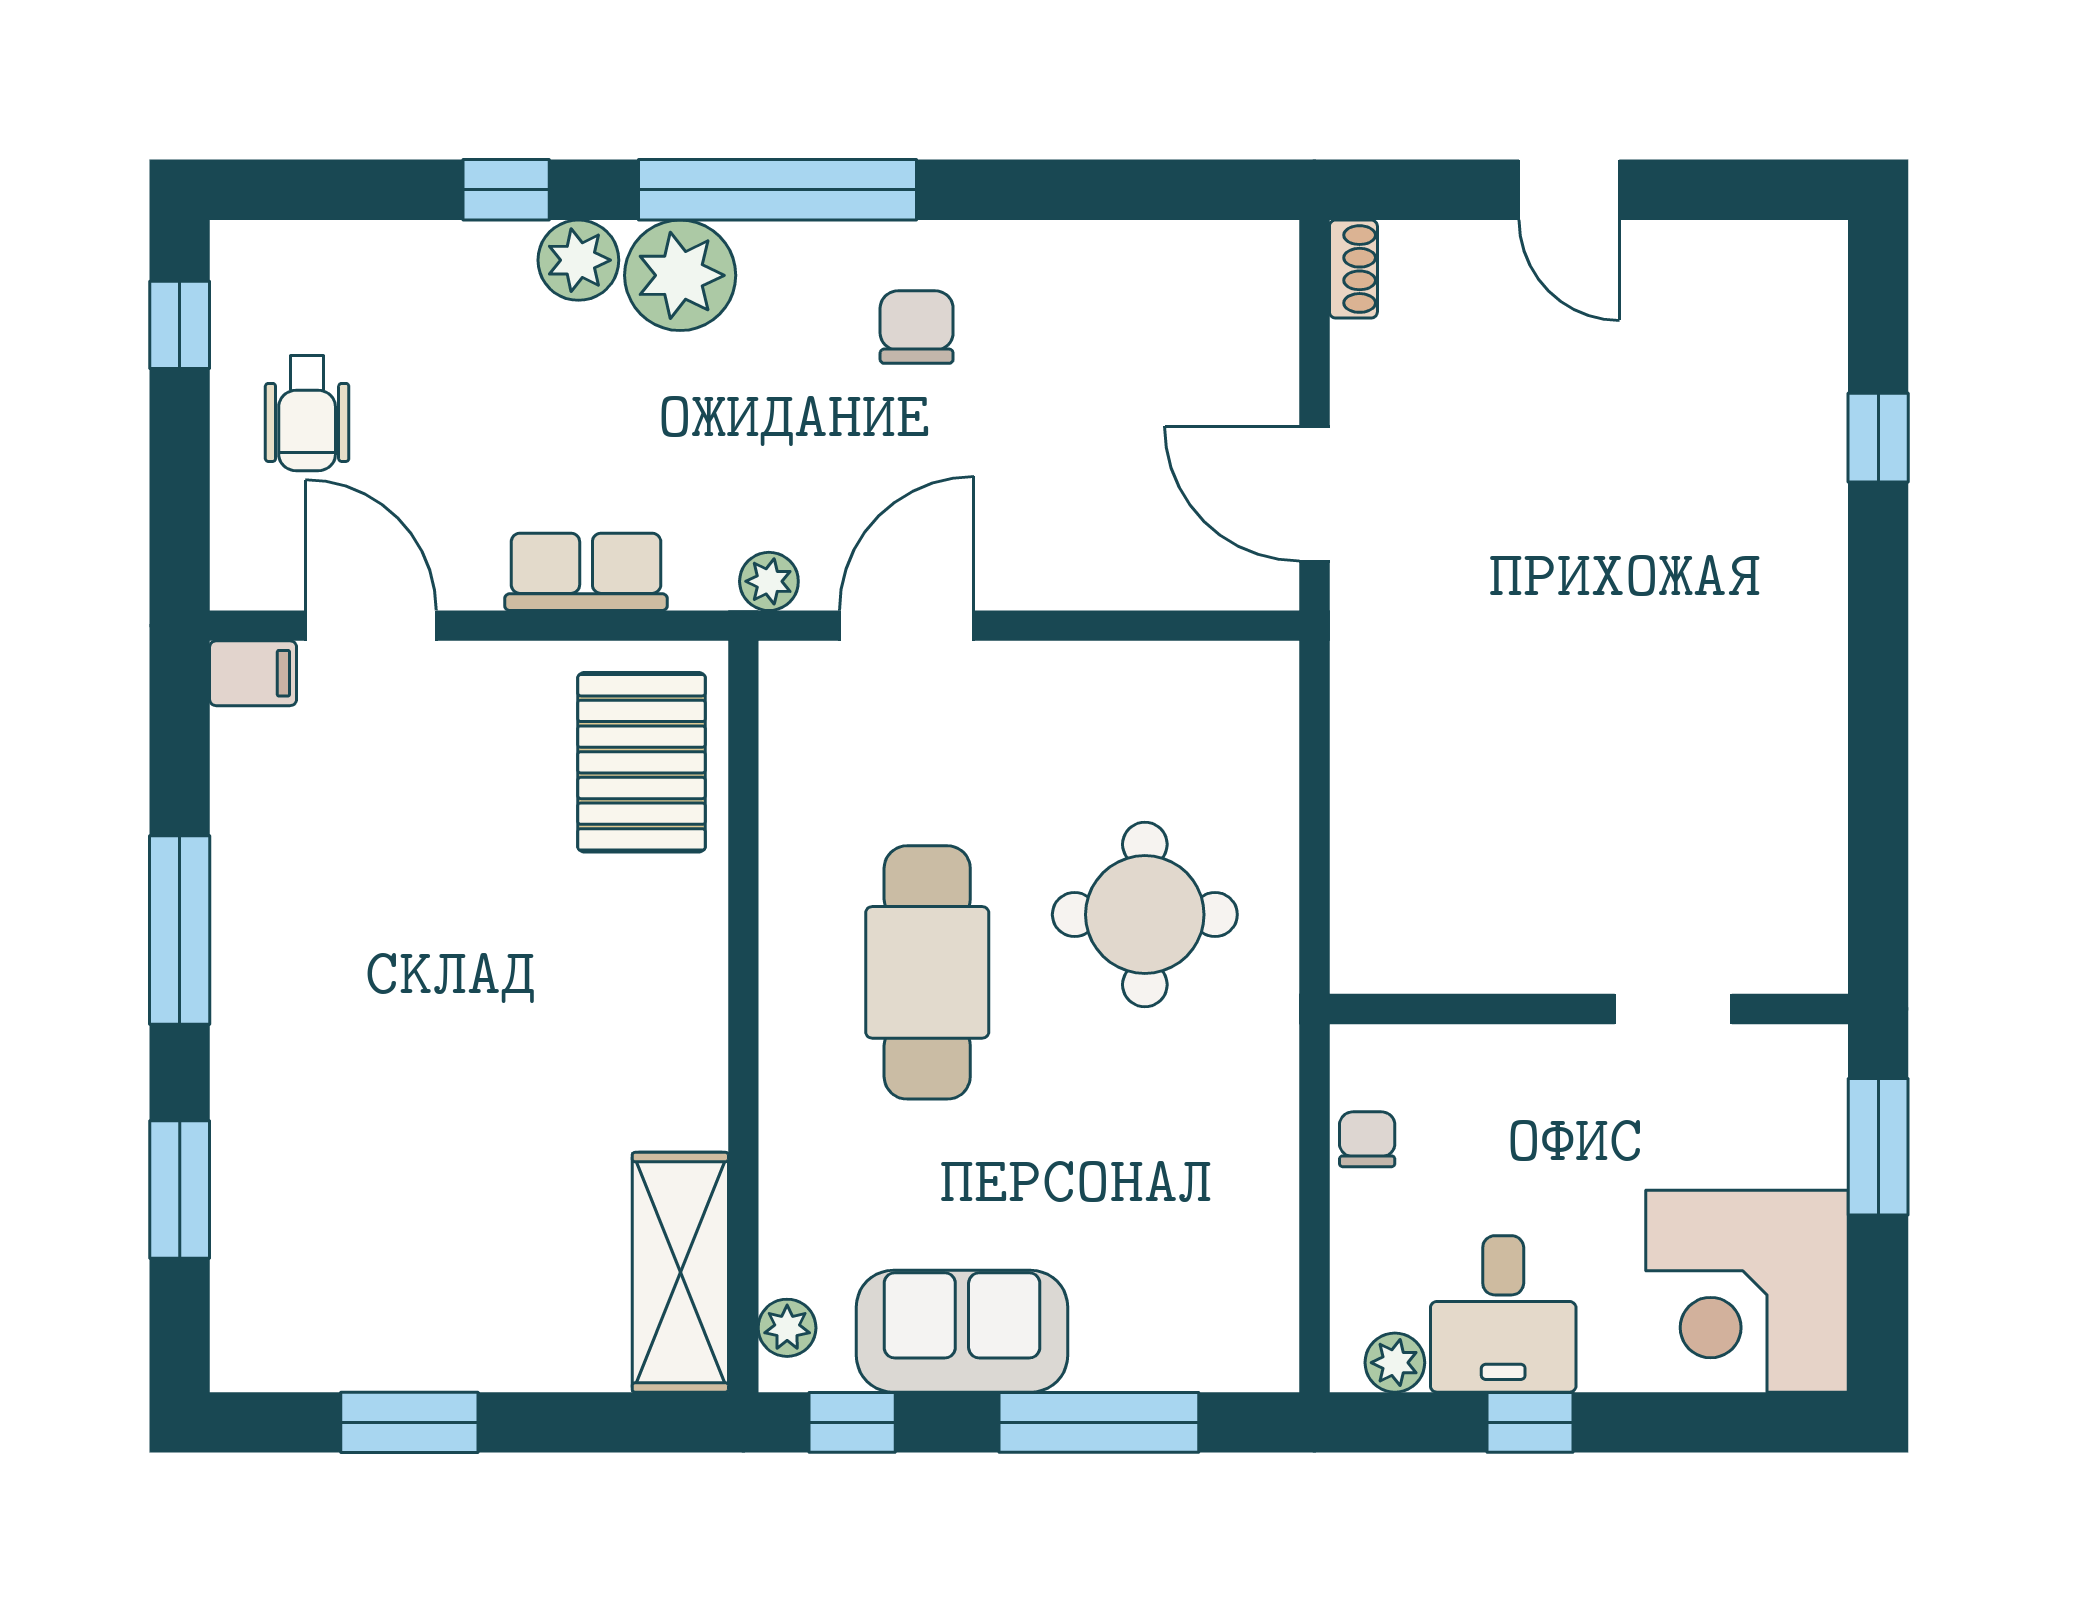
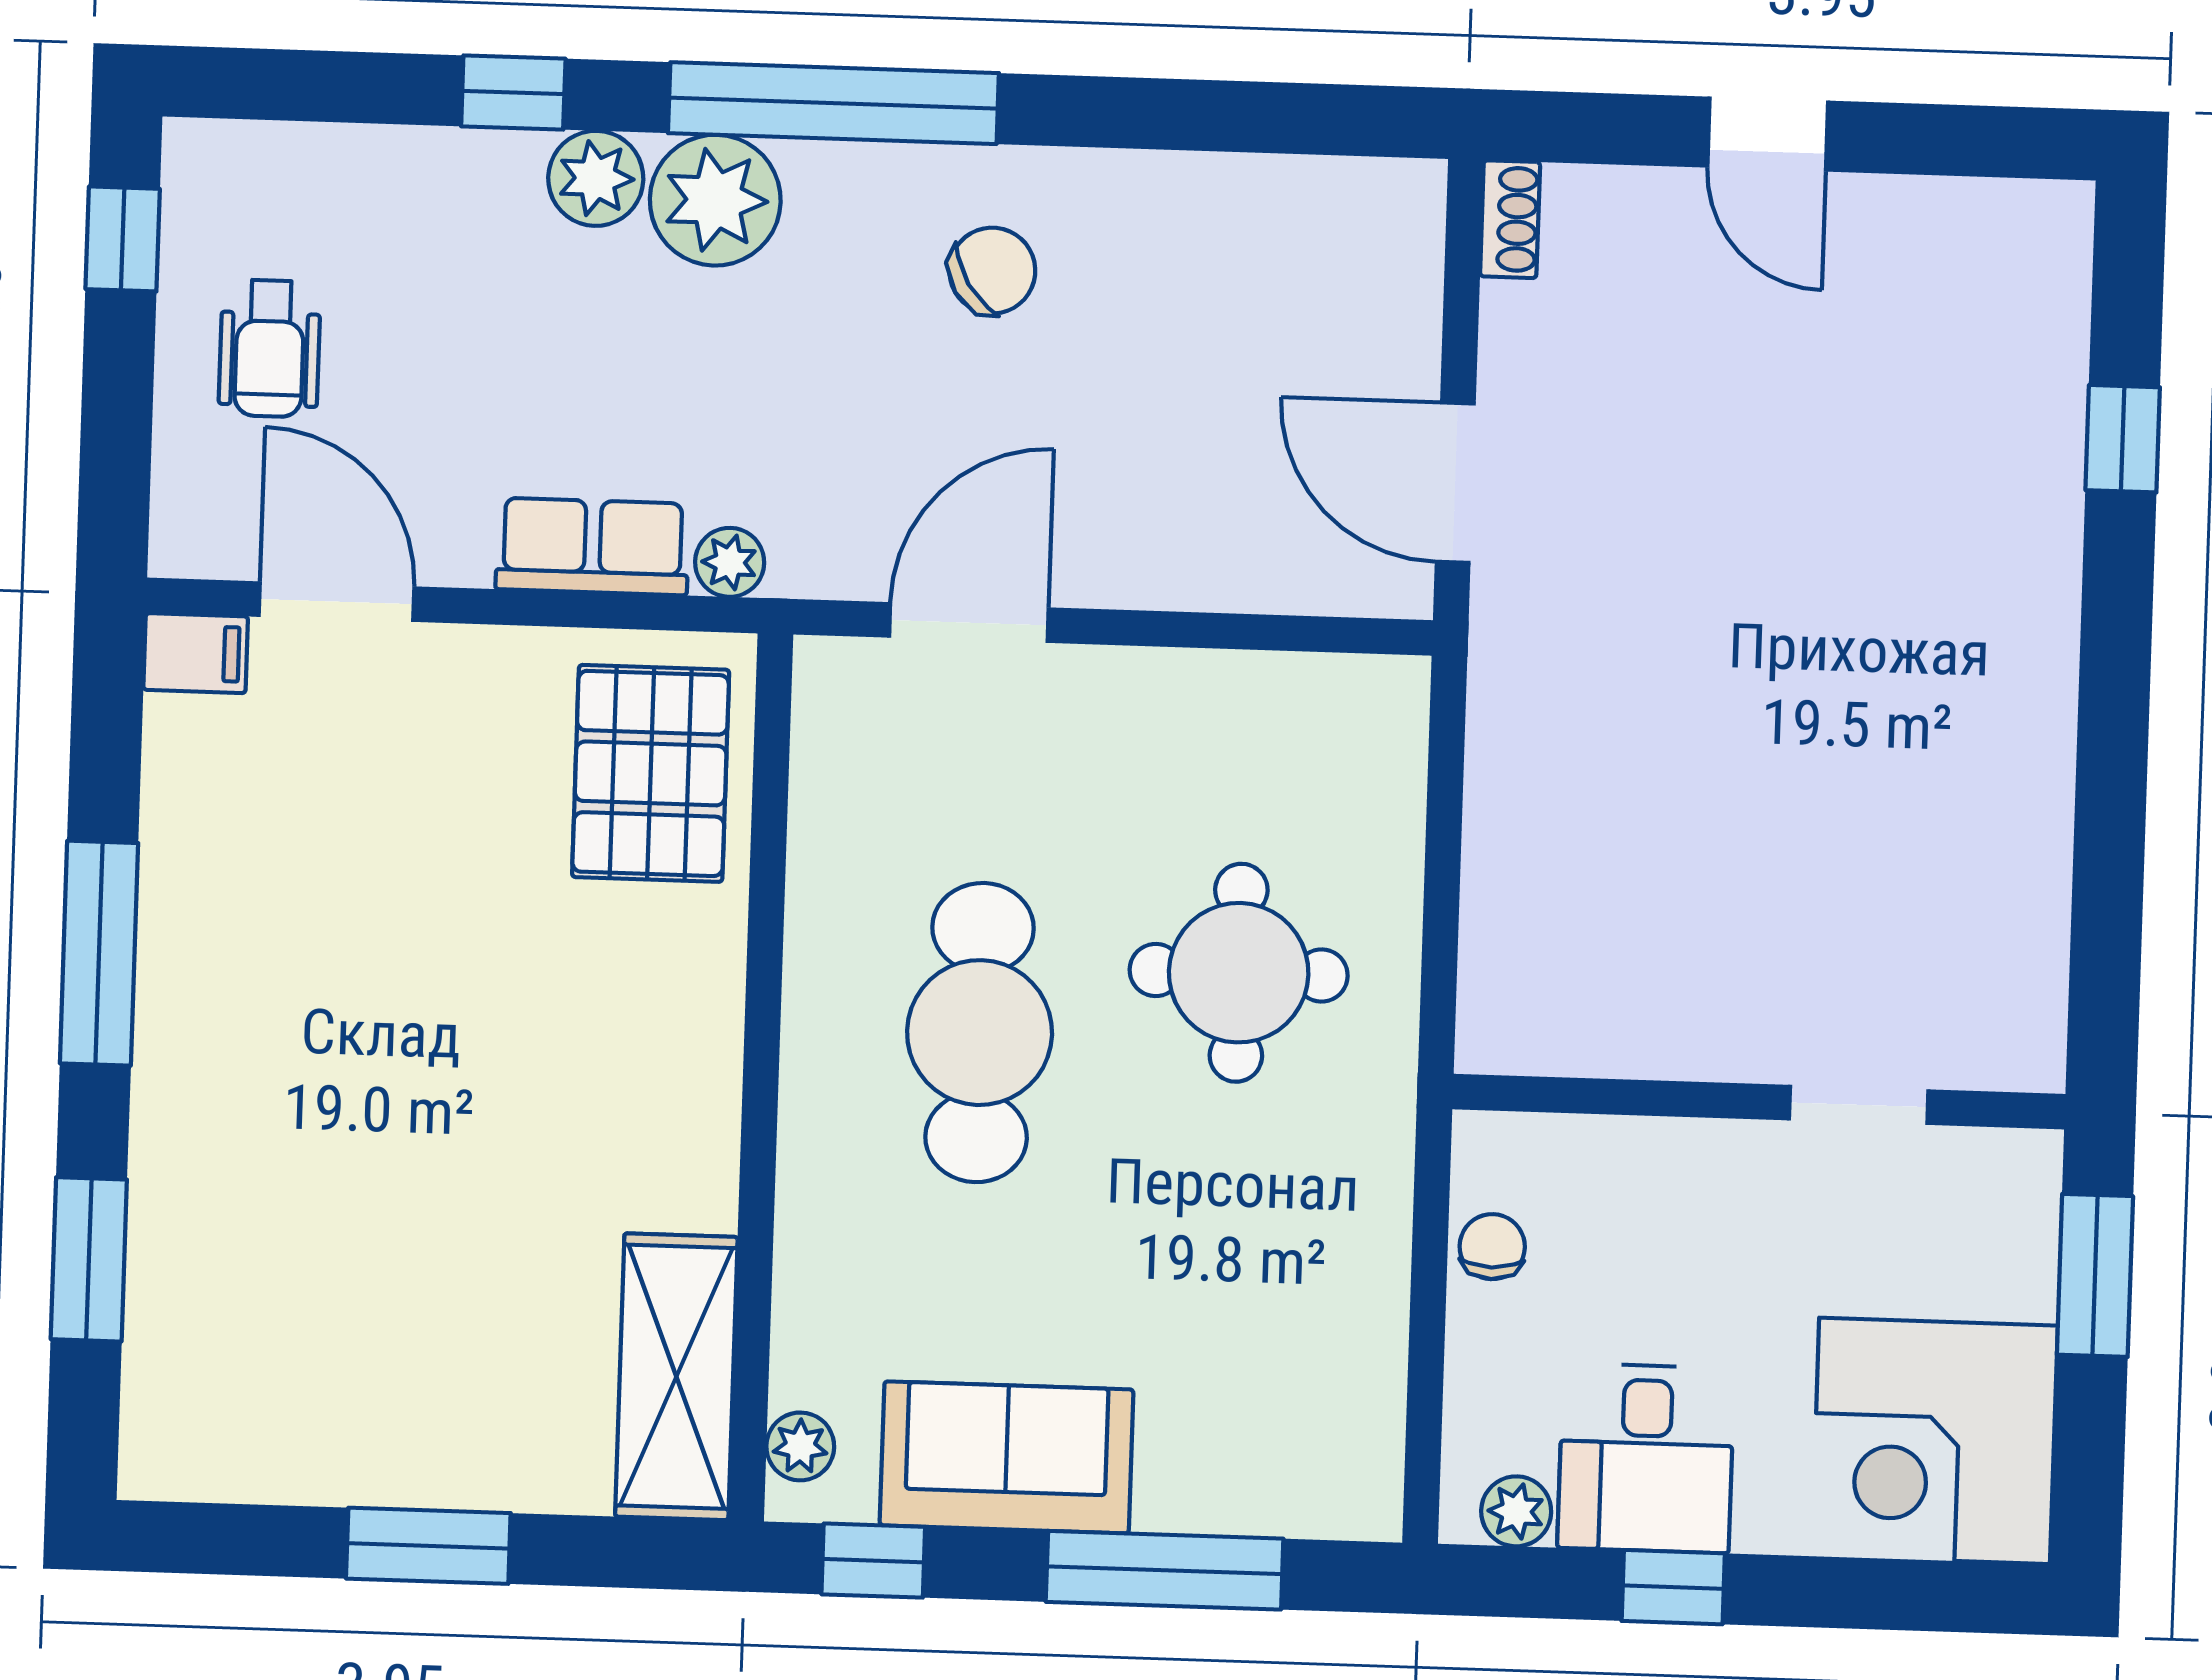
chair: (917, 327) -> (992, 271), turned 58
plant: (769, 581) -> (730, 562), moved
window: (409, 1422) -> (428, 1546), moved

